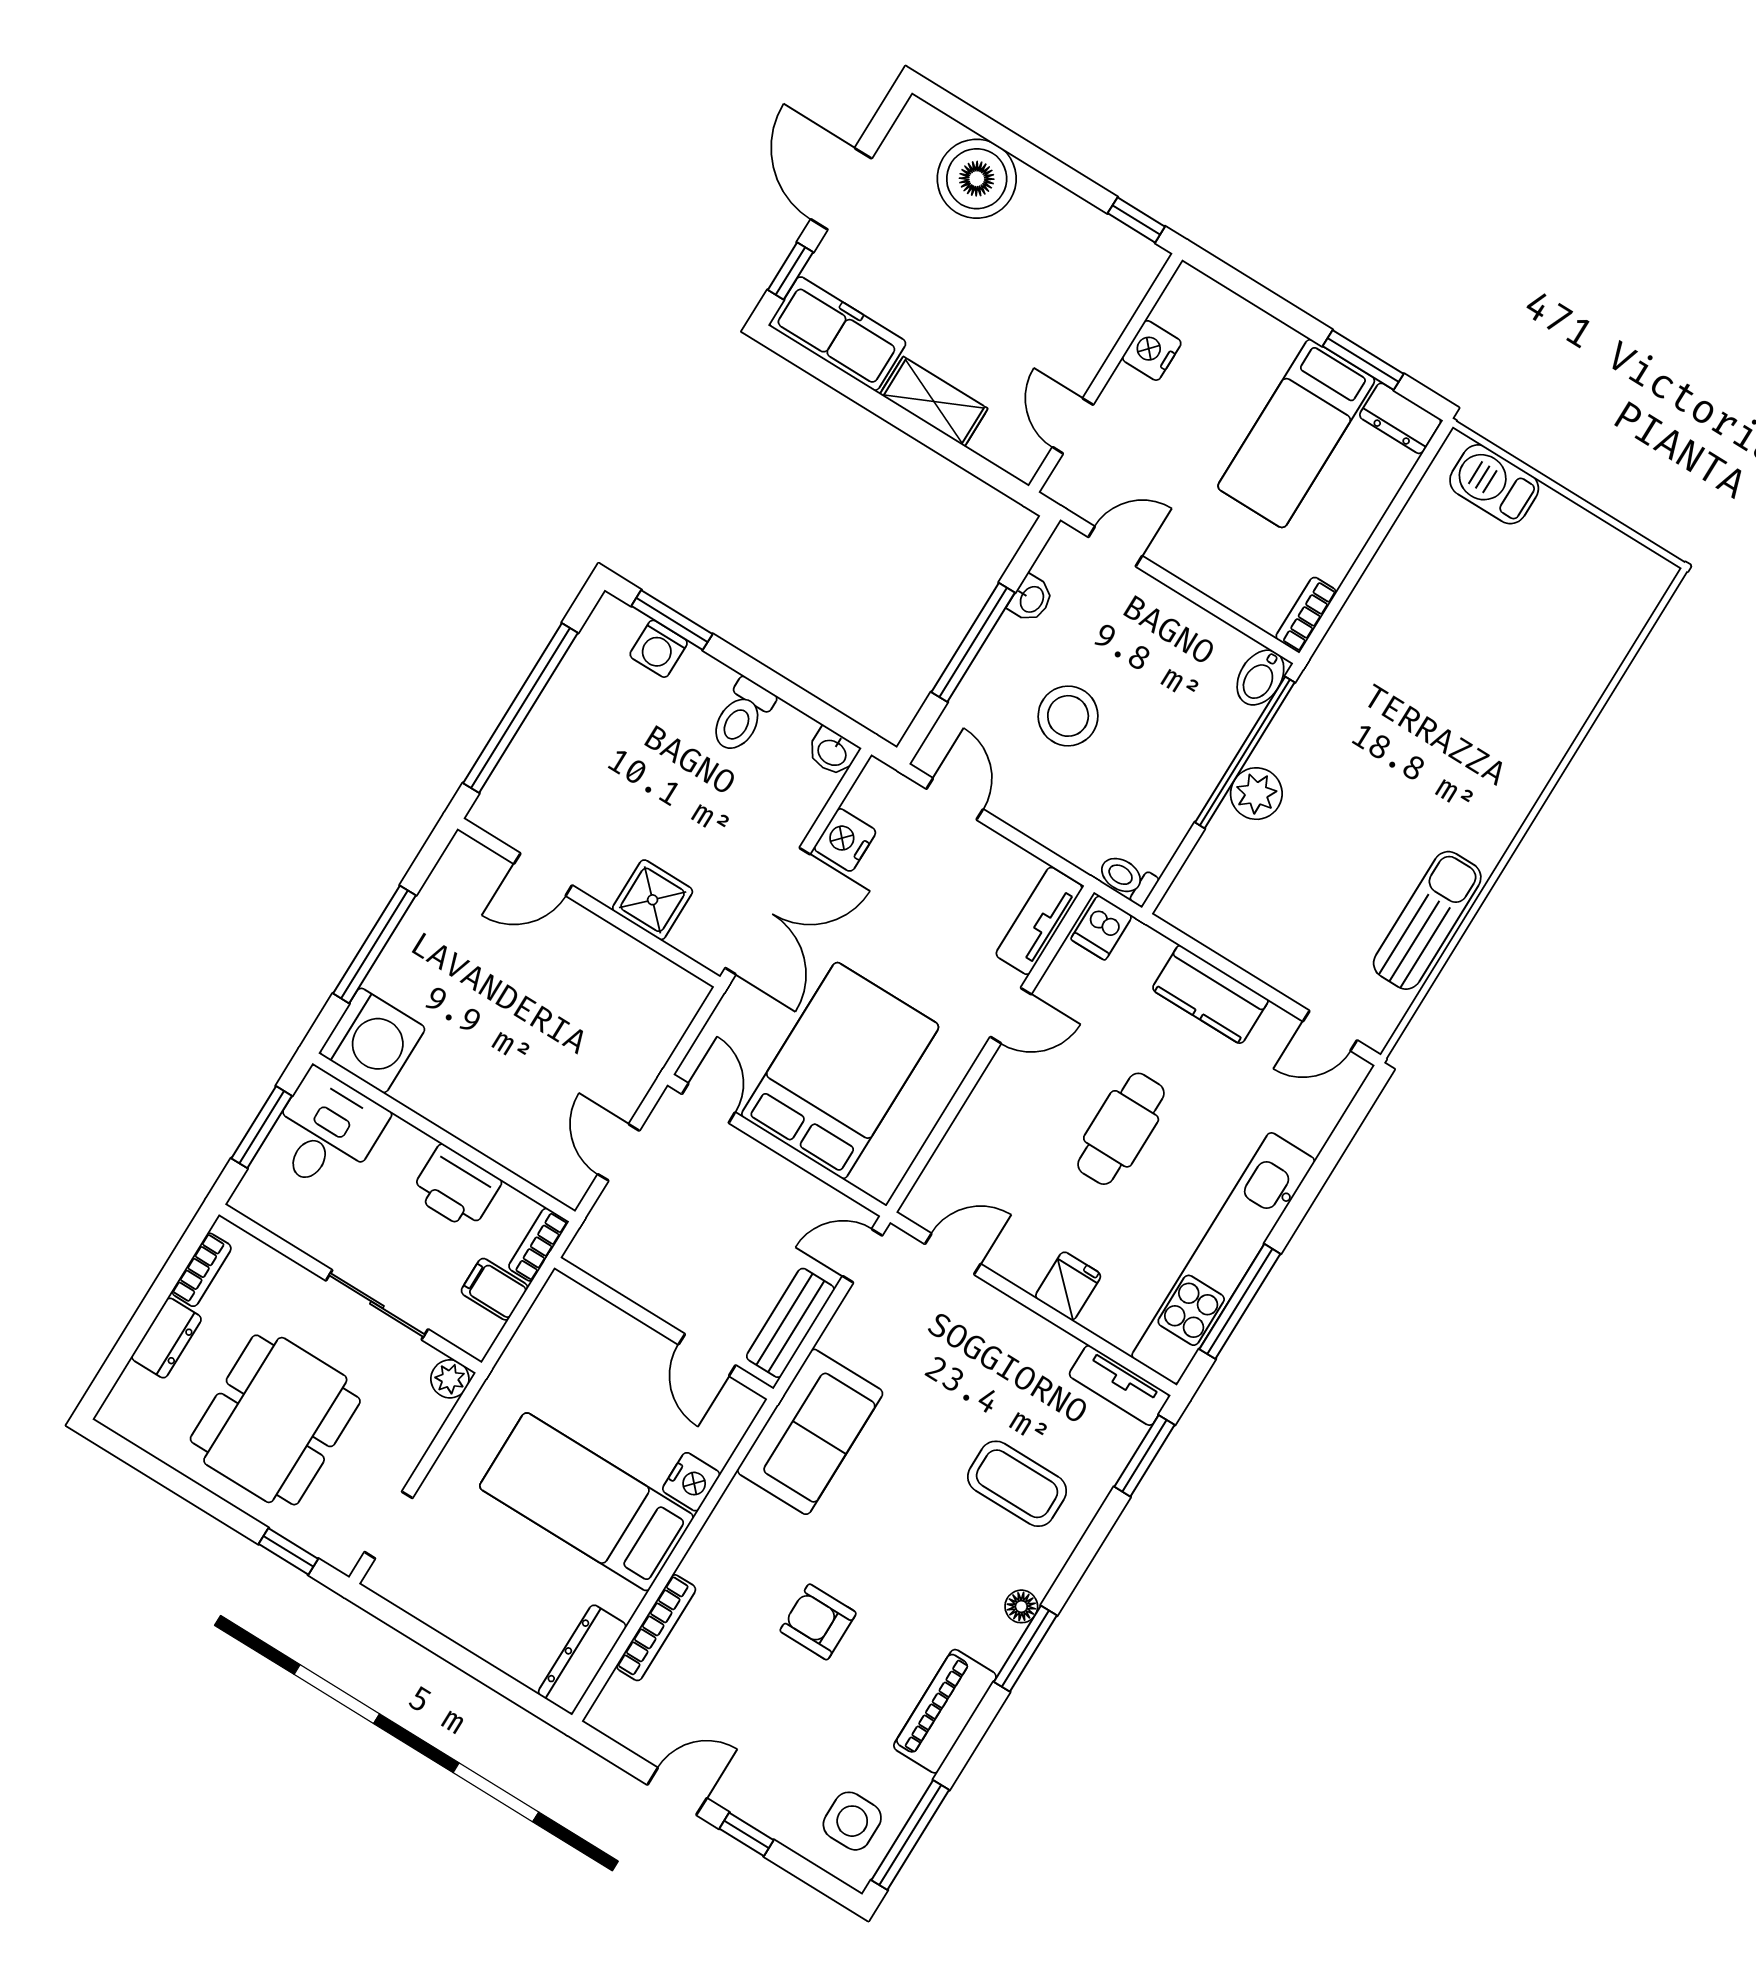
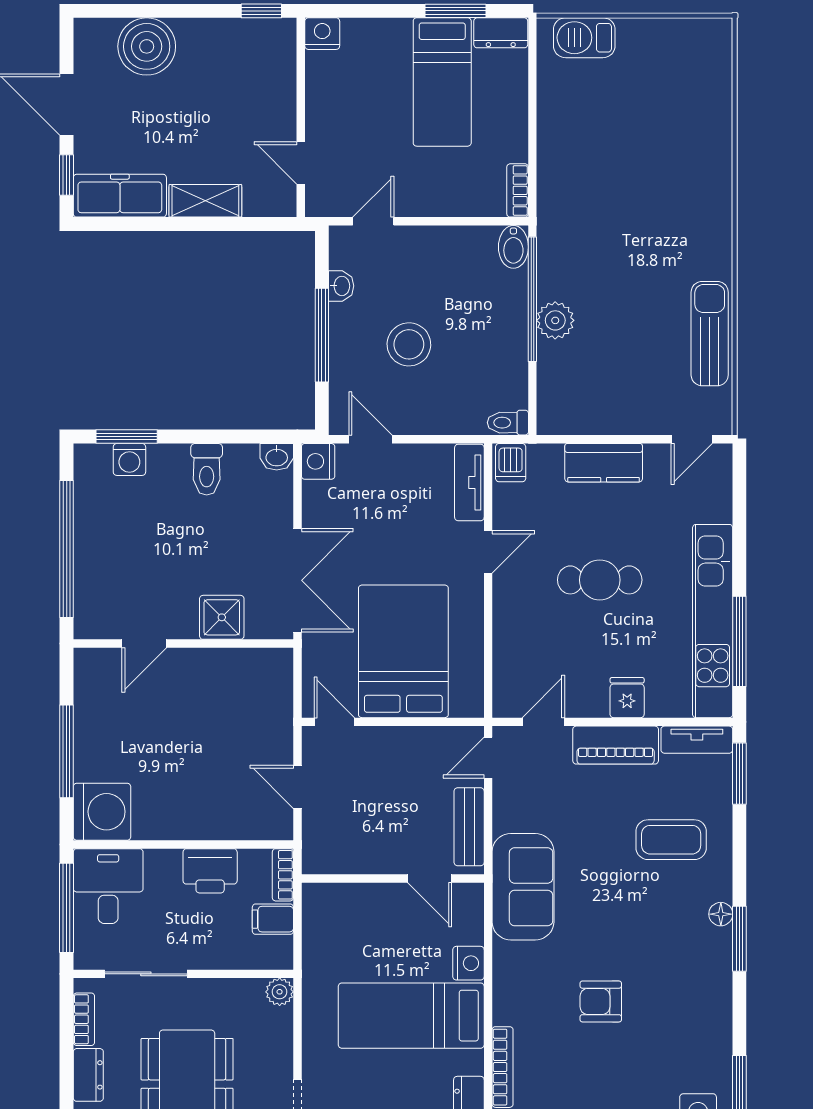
nightstand: (1152, 350) -> (322, 34), moved, turned 90
nightstand: (845, 840) -> (318, 461), moved
window: (262, 1127) -> (67, 908), width x1.44
cafe table: (1121, 1129) -> (600, 580), turned 90
sliding door: (377, 1305) -> (146, 974), moved
piano: (945, 1711) -> (616, 745), moved, turned -90

